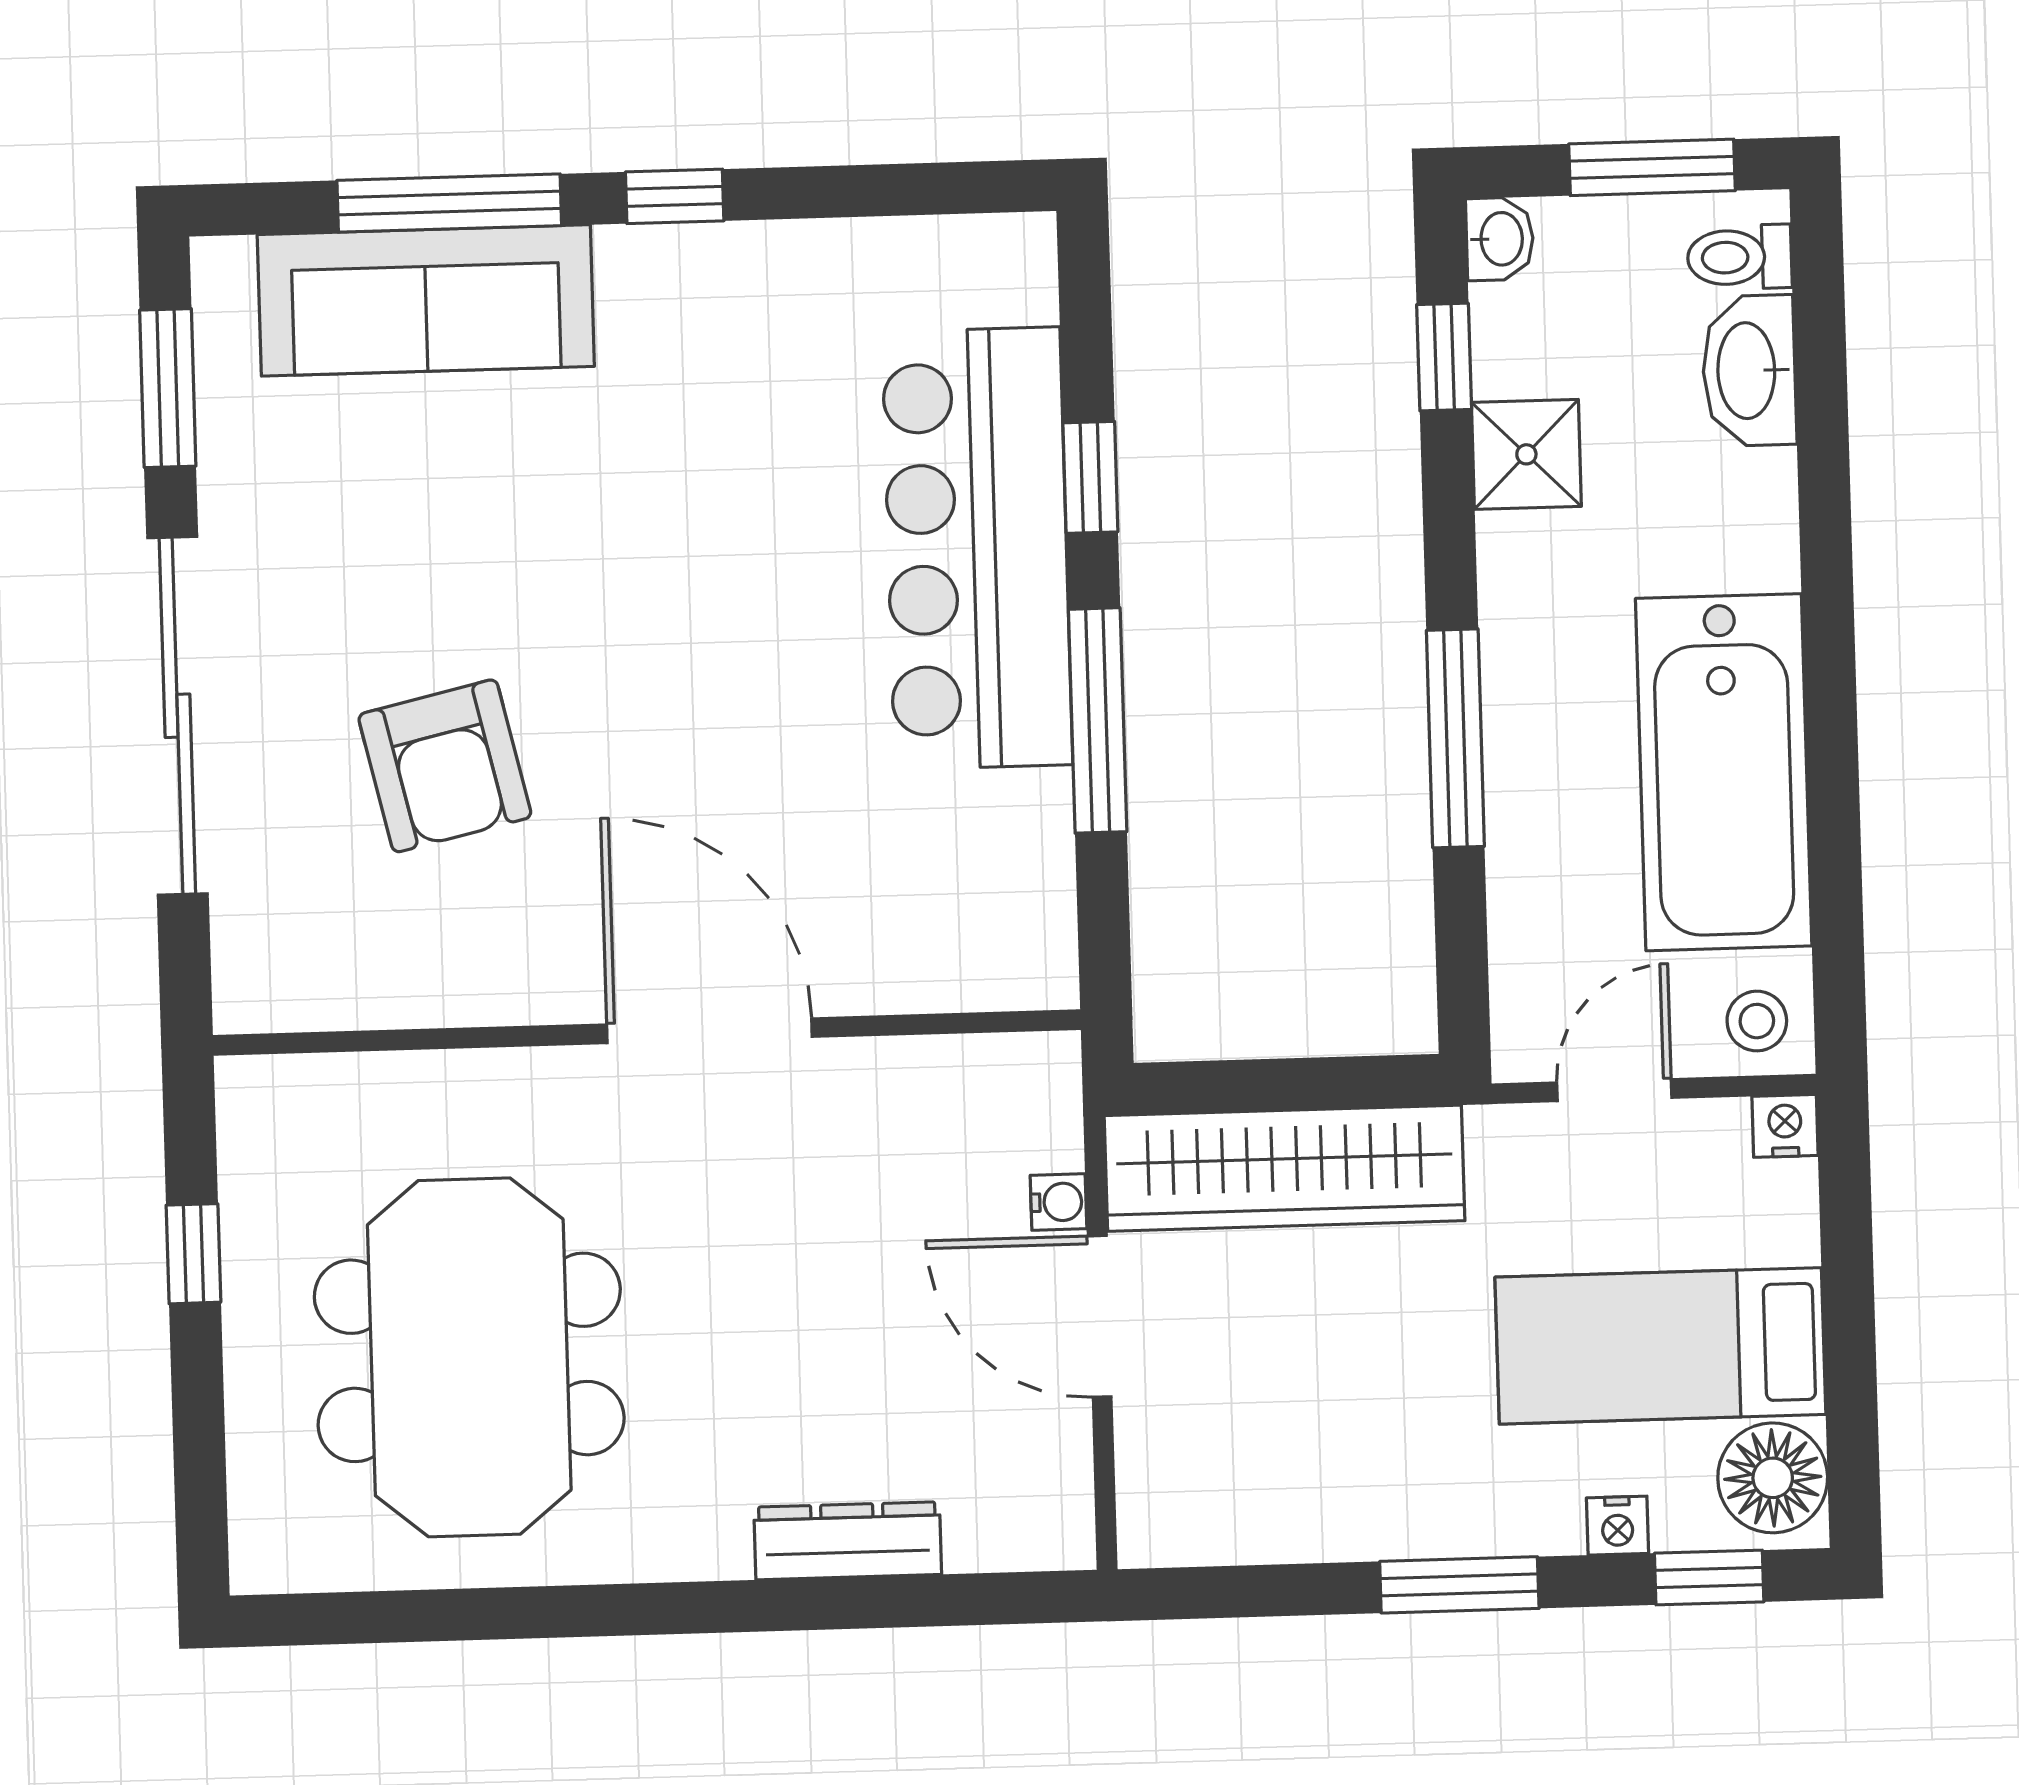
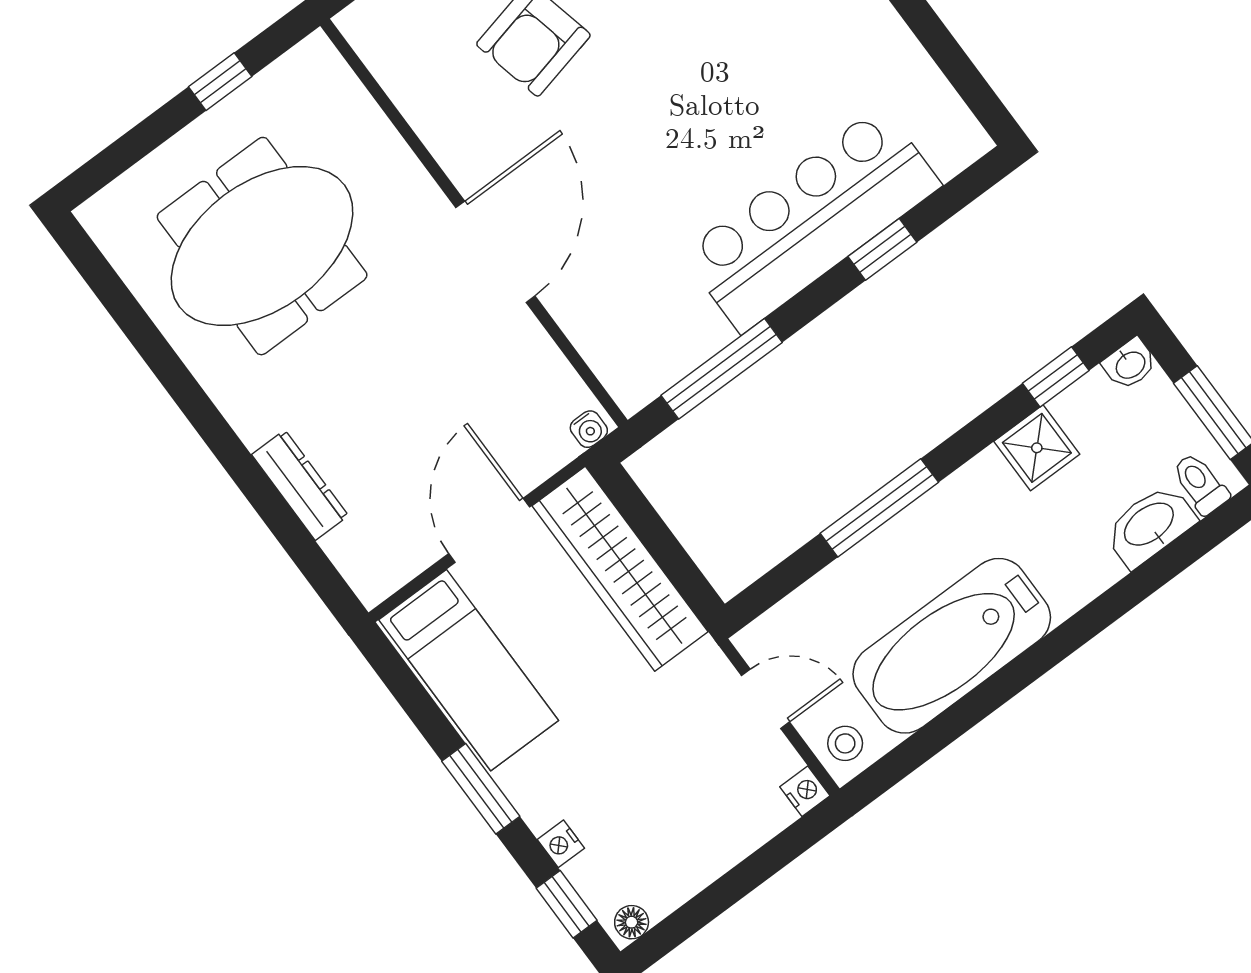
window: (1098, 720) -> (722, 369), moved
water cooler: (1058, 1202) -> (589, 429), moved
bed: (1660, 1346) -> (469, 670), moved, turned 180
floor lamp: (1773, 1478) -> (632, 922), width x0.53, depth x0.53

